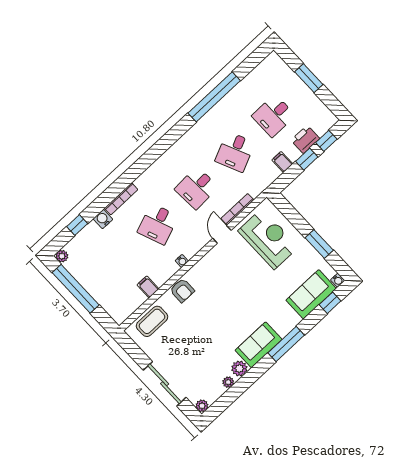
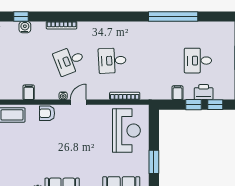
desk: (235, 152) -> (155, 61), removed
water cooler: (103, 219) -> (25, 27), moved
door: (222, 234) -> (78, 102), moved
armchair: (182, 290) -> (47, 113), turned 90

